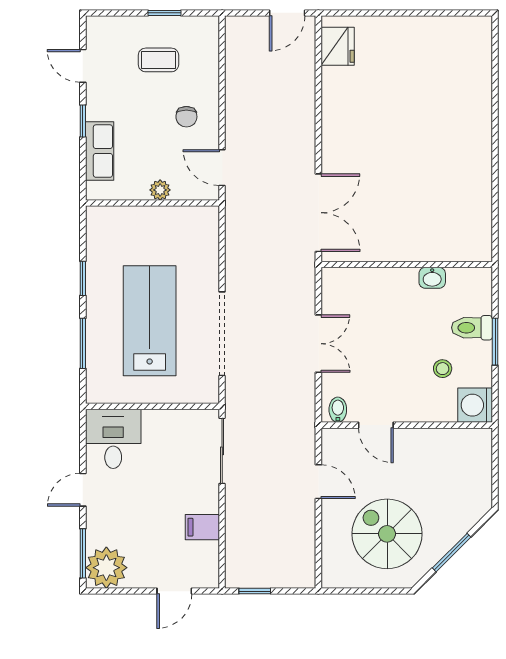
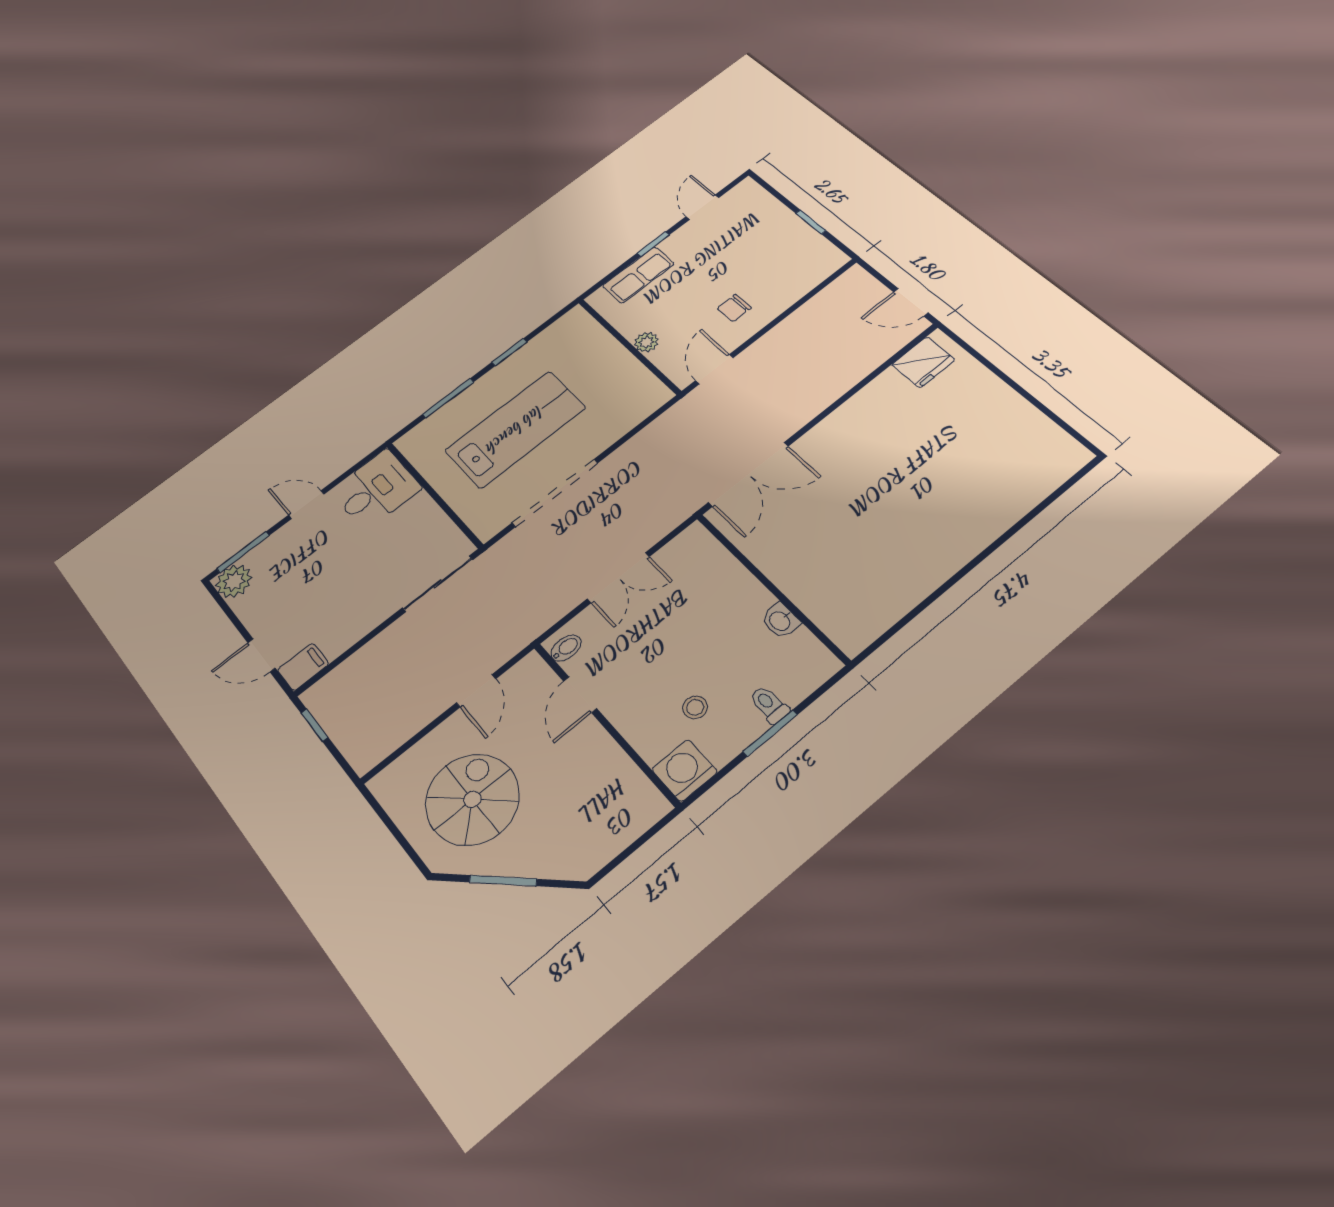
coffee table: (158, 60) -> (764, 250), removed
toilet: (472, 328) -> (769, 705), width x0.73, depth x0.72
filing cabinet: (202, 527) -> (303, 667), moved, turned 90
plant: (106, 568) -> (234, 581), width x0.73, depth x0.73

